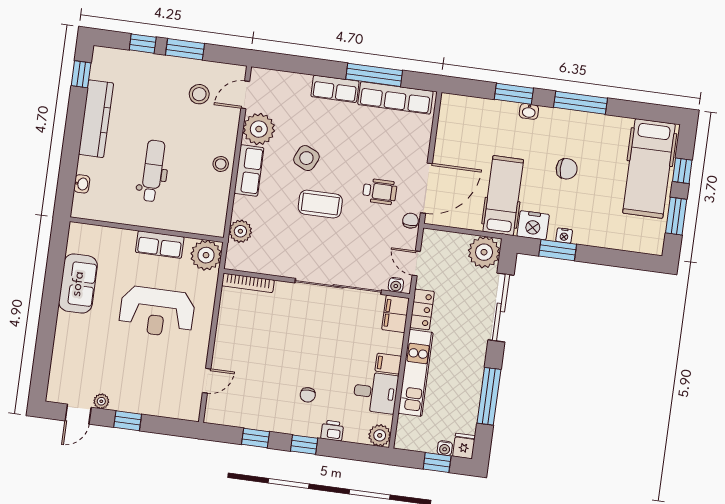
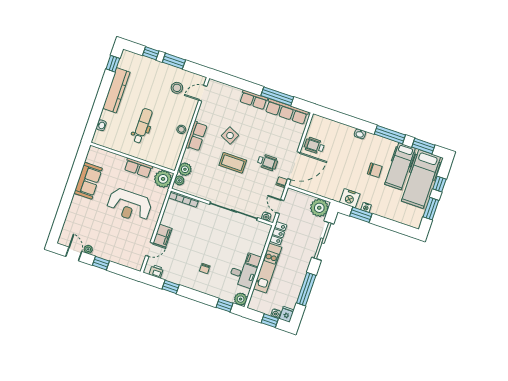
window: (514, 94) -> (423, 146), moved
plant: (259, 129) -> (179, 180), moved, width x0.53, depth x0.53
wheelchair: (455, 147) -> (314, 146), added
hospital bed: (503, 196) -> (400, 166), moved, turned 180
filing cabinet: (396, 314) -> (163, 236), moved, turned 180
door: (78, 414) -> (74, 254), swing flipped
printer: (332, 431) -> (156, 271), moved
window: (304, 445) -> (225, 305), moved

